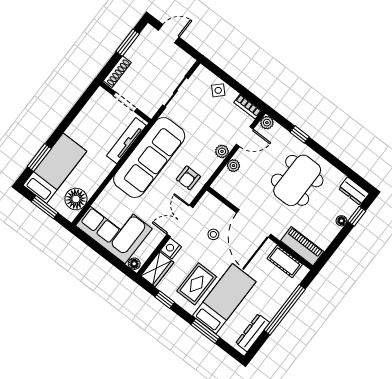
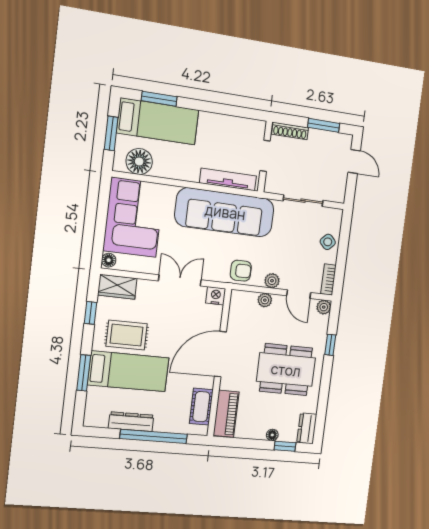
armchair: (188, 178) -> (241, 271), moved, turned 180
stool: (213, 234) -> (186, 321), removed
nightstand: (171, 248) -> (216, 296), moved
dresser: (253, 333) -> (131, 422), moved

